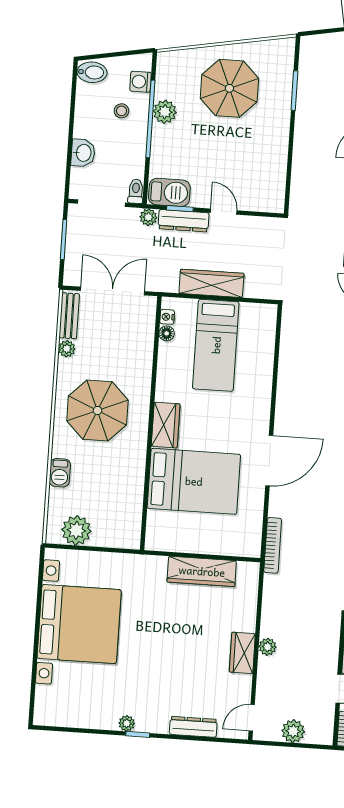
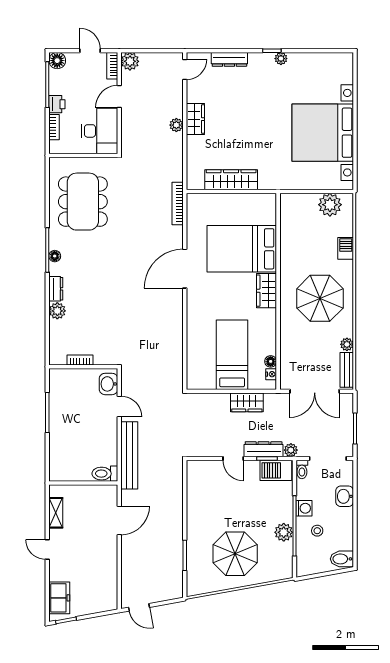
washing machine: (141, 82) -> (304, 508), moved
wardrobe: (211, 283) -> (247, 402), width x0.67
plant: (293, 731) -> (130, 61), moved

